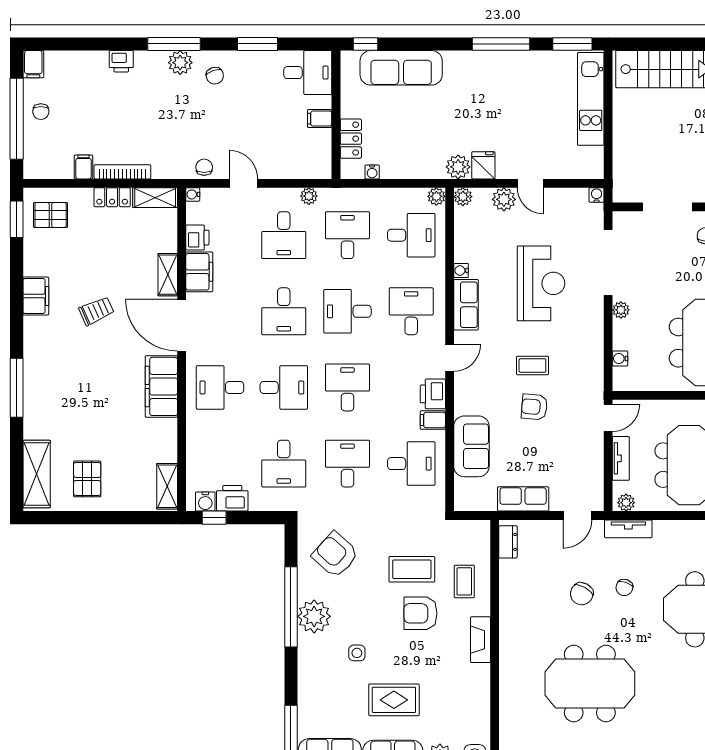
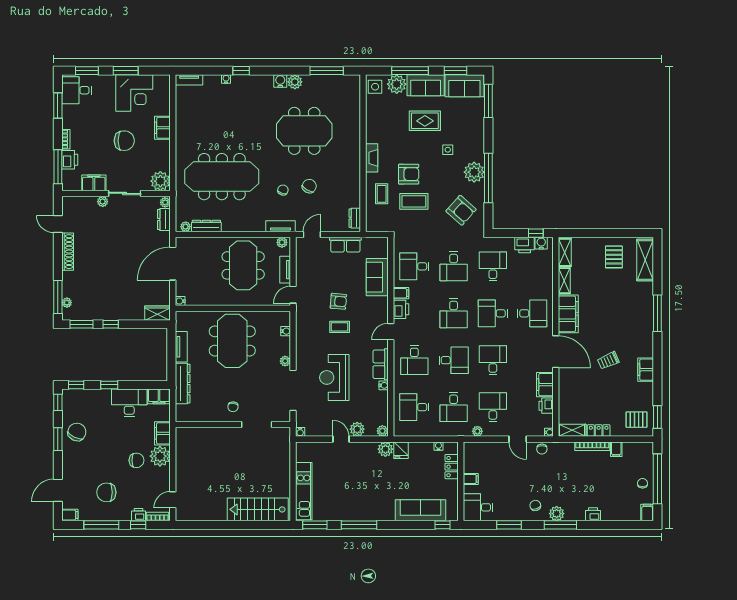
fridge: (483, 165) -> (401, 450), moved
plant: (436, 196) -> (399, 431), removed
shelving: (168, 275) -> (564, 281), moved

